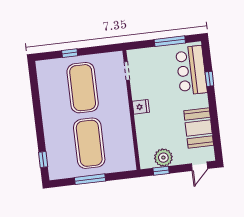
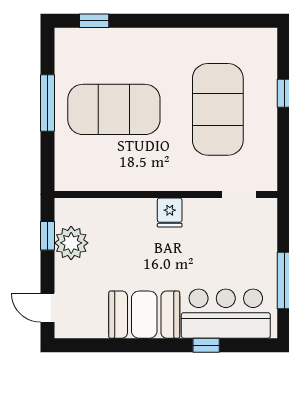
exercise mat: (83, 88) -> (218, 109), turned 90
booth: (199, 128) -> (144, 315), moved

